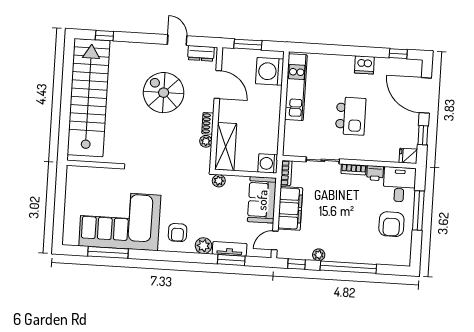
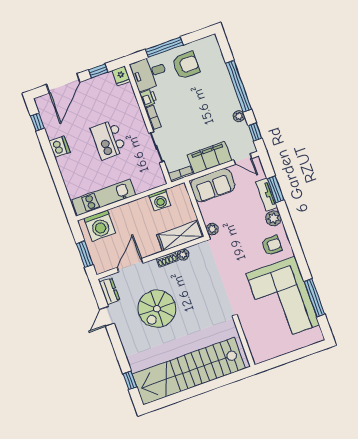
kitchen island: (351, 116) -> (108, 140), turned -90
washing machine: (268, 163) -> (160, 200), moved

